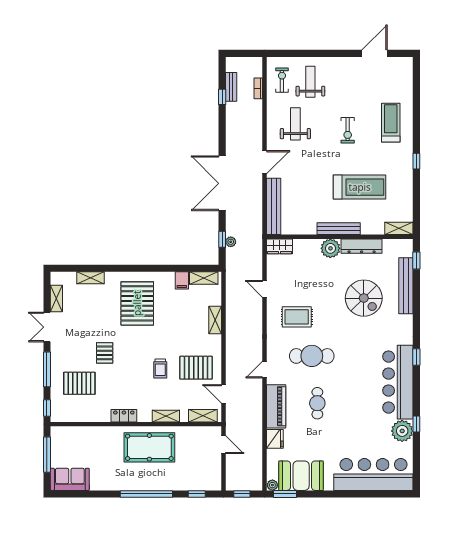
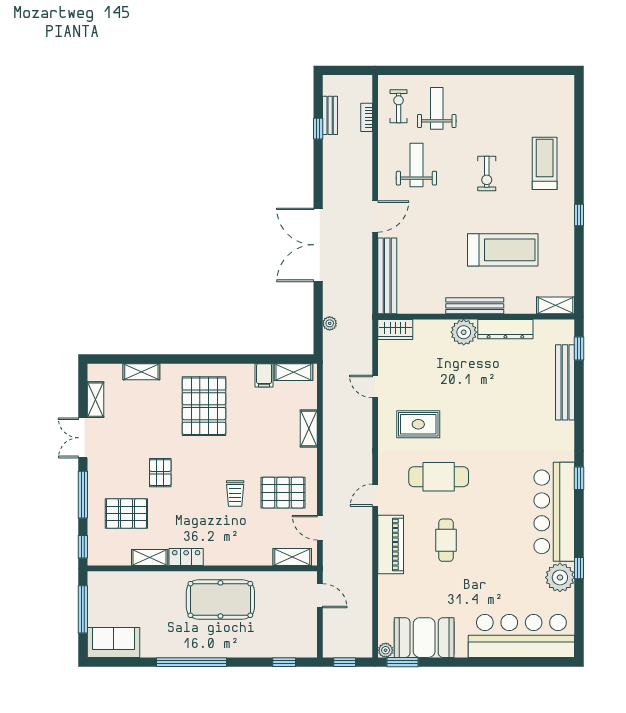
door: (374, 53) -> (523, 70), removed
window: (222, 239) -> (318, 320), removed
spiral stairs: (364, 298) -> (508, 399), removed
shelving: (166, 416) -> (150, 558), moved
fridge: (275, 439) -> (389, 588), removed
window: (146, 494) -> (191, 662), moved

